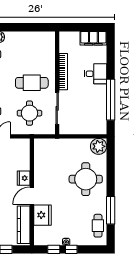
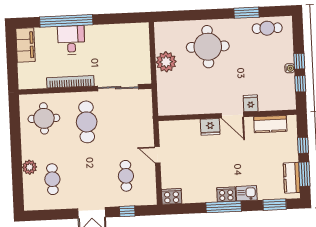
window: (111, 100) -> (66, 21), moved
round table: (29, 113) -> (44, 118), moved
plant: (99, 146) -> (166, 62), moved
window: (111, 210) -> (246, 13), width x0.69
fridge: (43, 215) -> (251, 103), width x0.53, depth x0.75
kitchen counter: (24, 225) -> (270, 124), width x0.67

